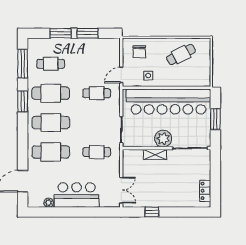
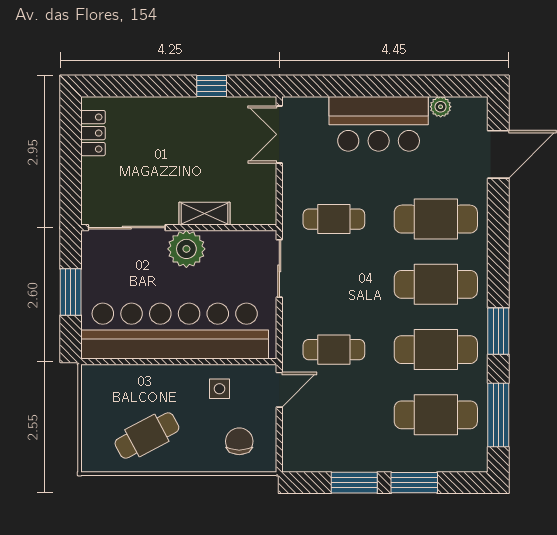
cafe table: (51, 64) -> (436, 415), width x1.37, depth x1.35

